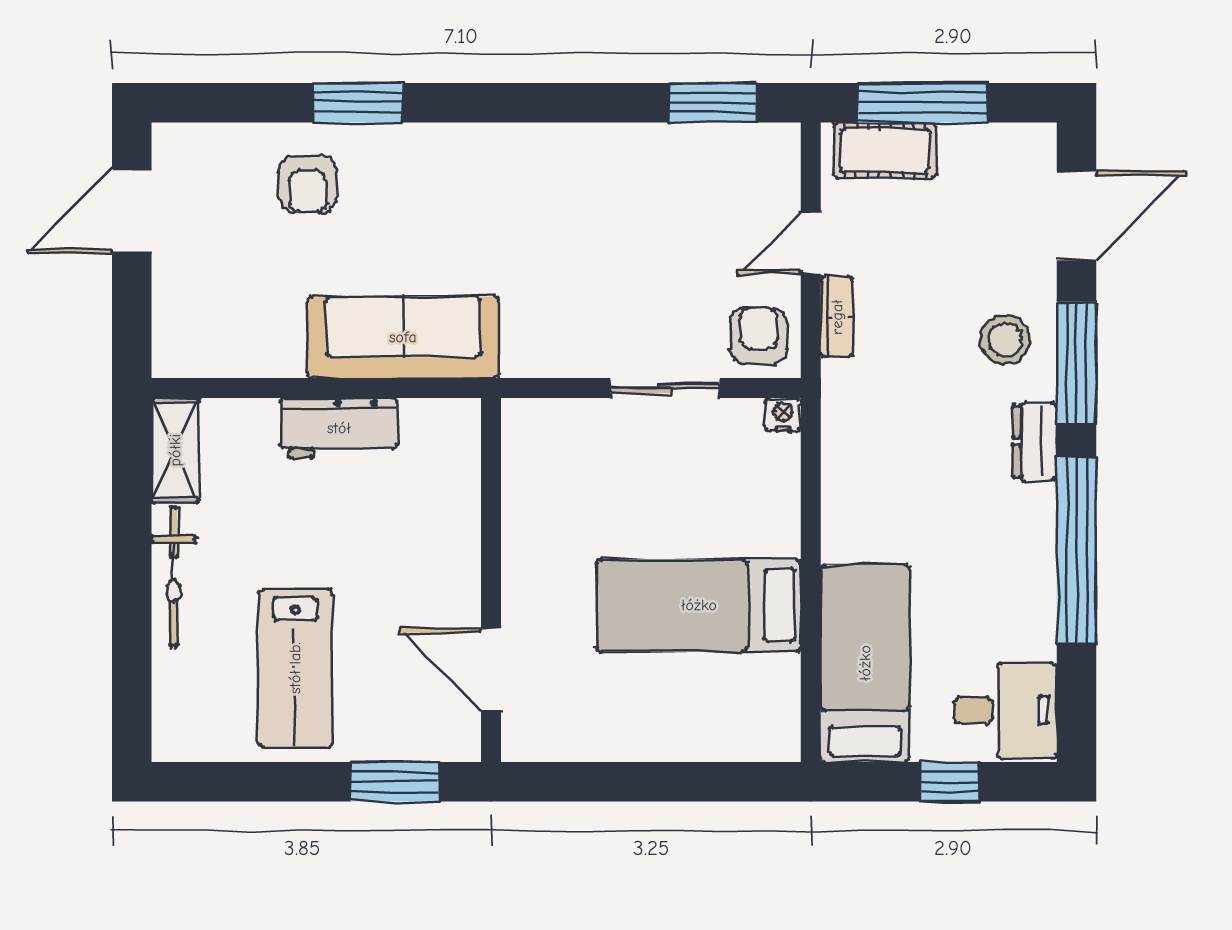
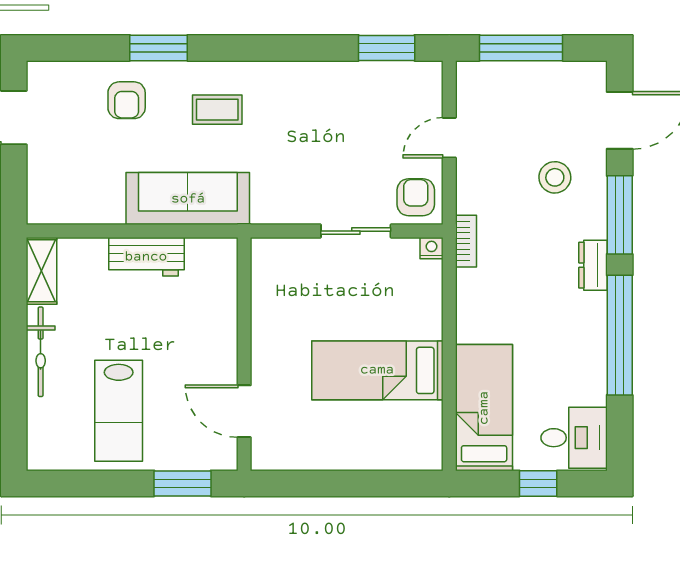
cot: (885, 150) -> (497, 78), removed
coffee table: (449, 199) -> (217, 110), added
bookcase: (837, 317) -> (466, 241), moved
stool: (1005, 340) -> (555, 177), moved

